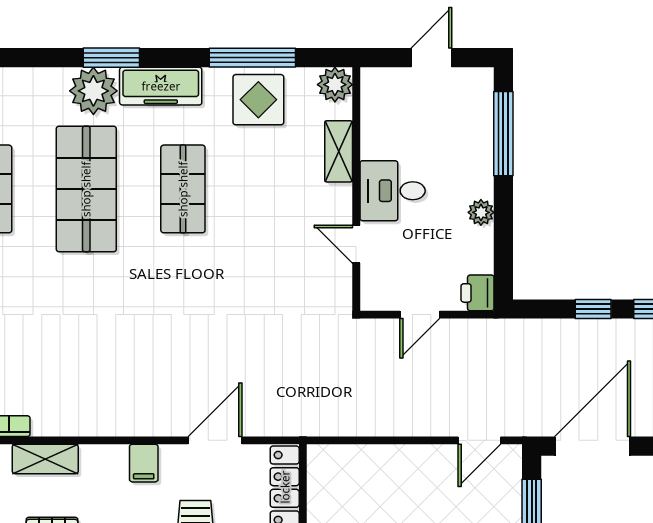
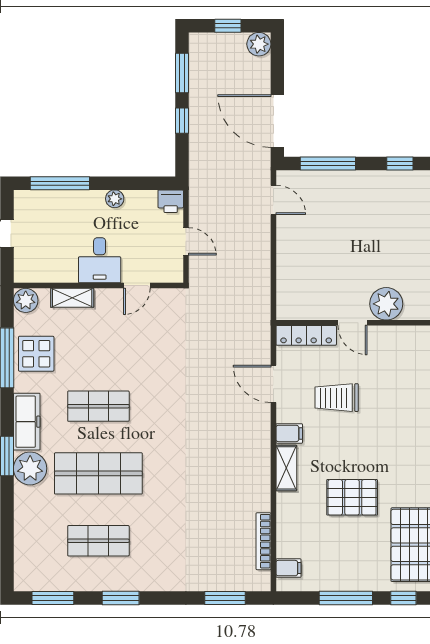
shelving: (45, 459) -> (286, 468), moved

